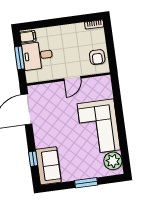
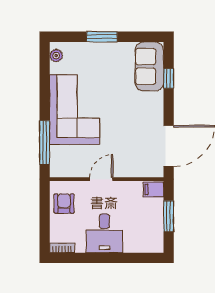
filing cabinet: (28, 37) -> (154, 189), moved
desk: (37, 55) -> (104, 233), moved, turned 90
window: (117, 100) -> (45, 143), added
plant: (113, 161) -> (56, 56), width x0.53, depth x0.53

